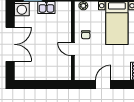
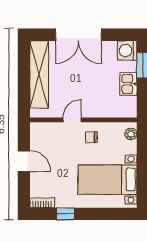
shelving: (39, 73) -> (39, 74), added

